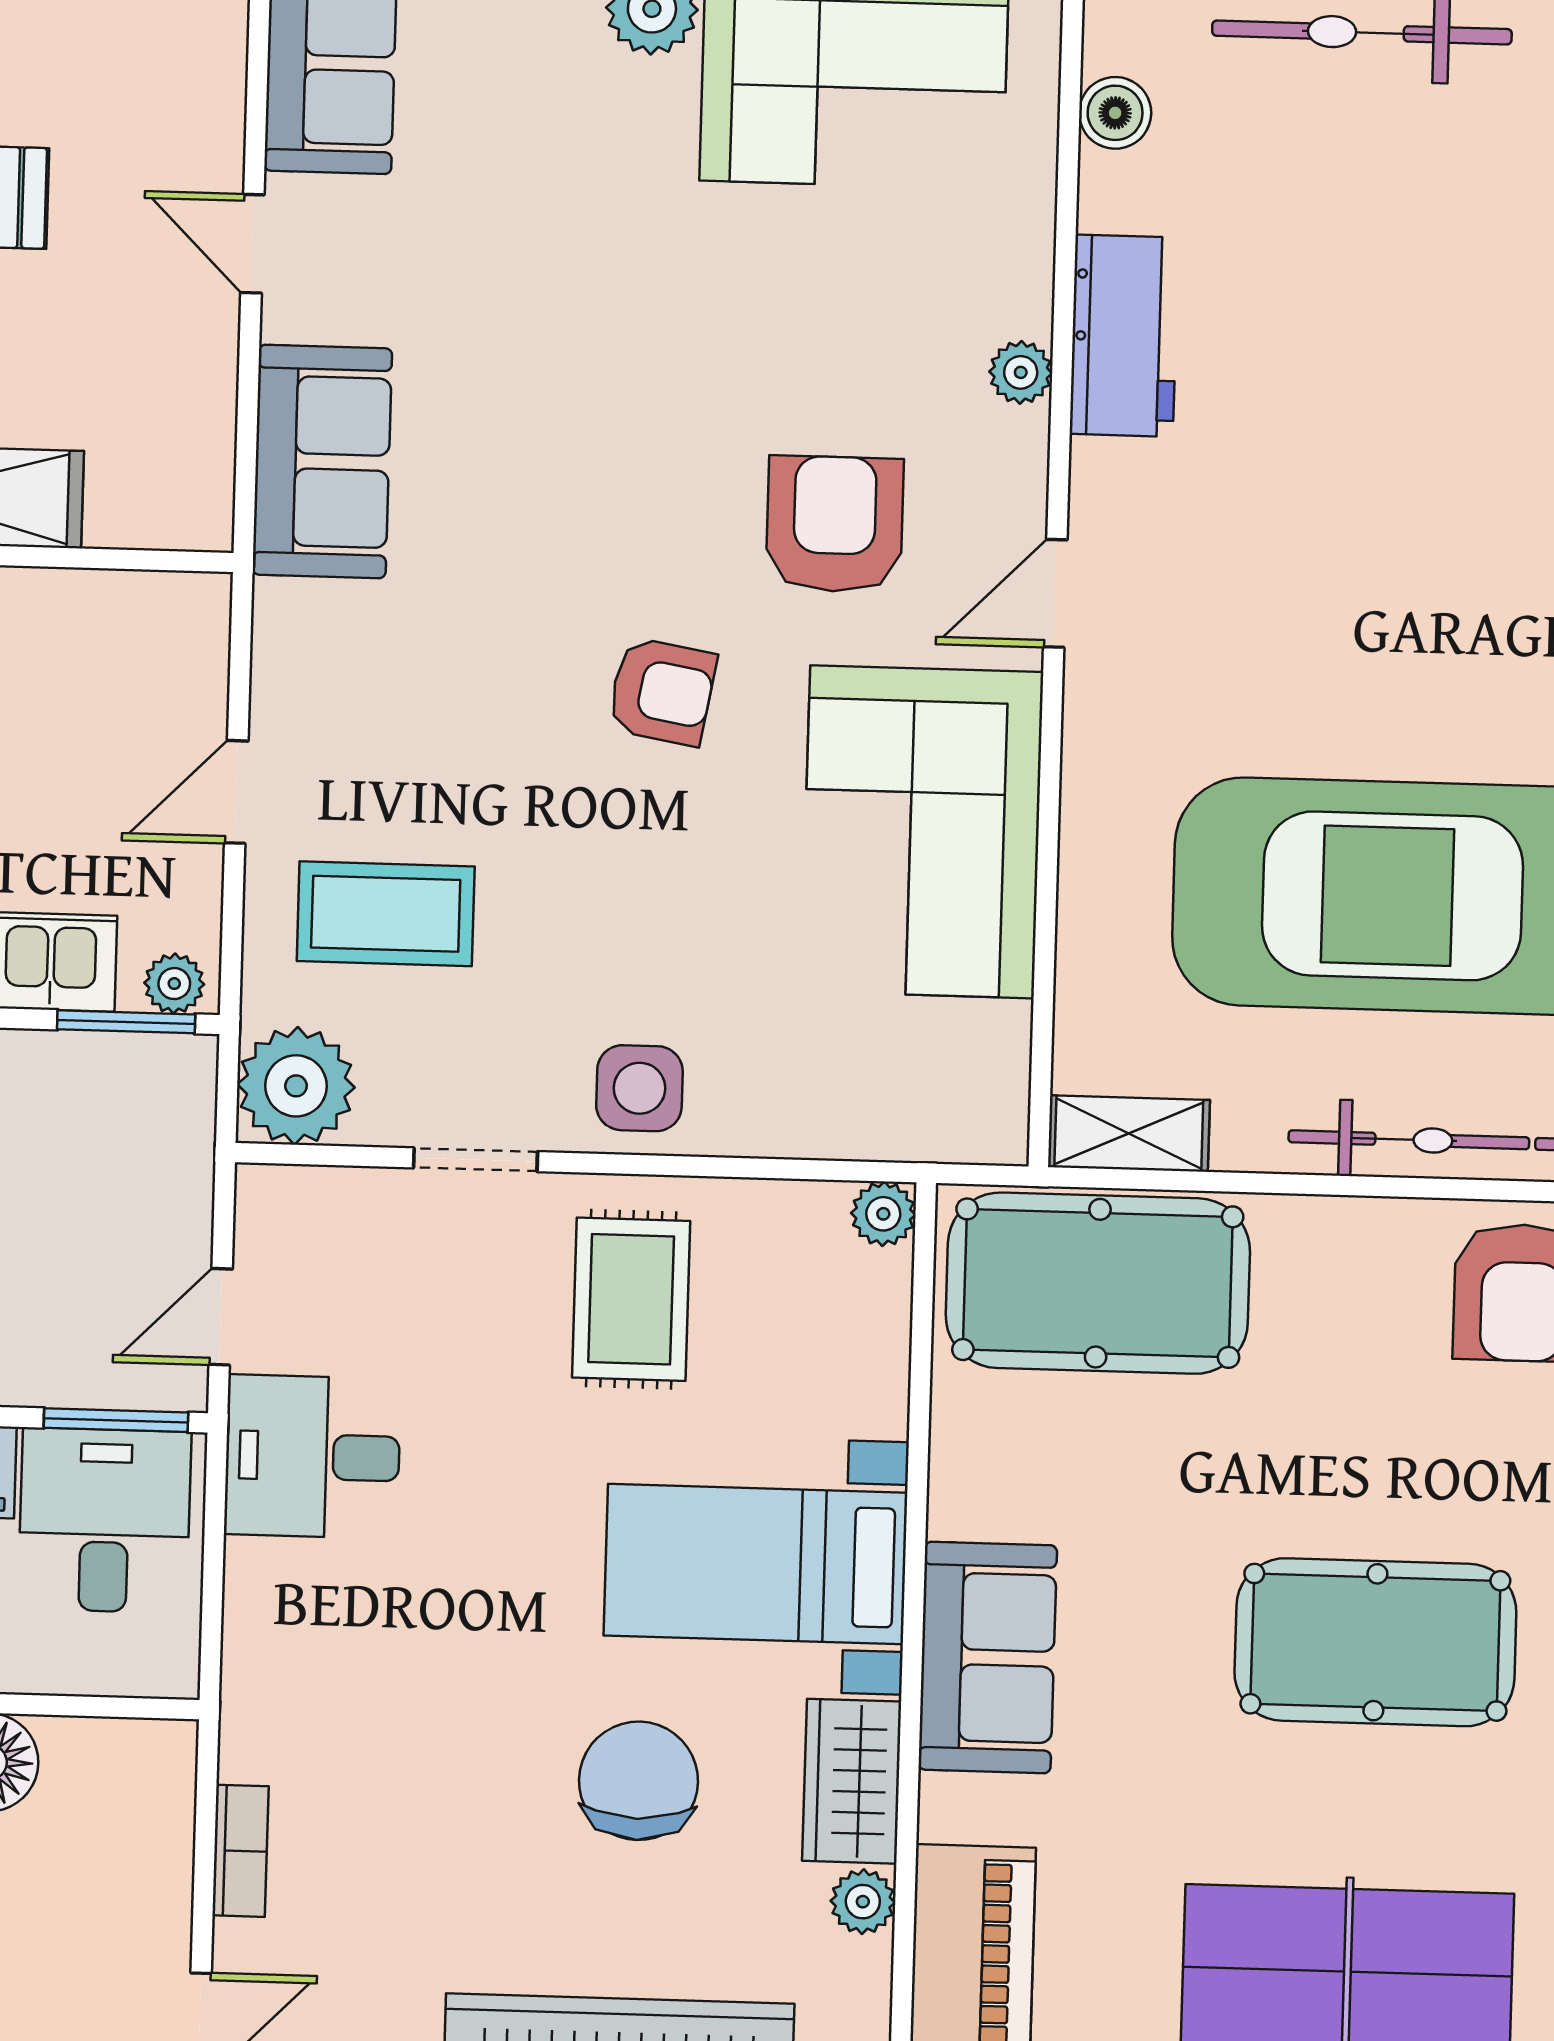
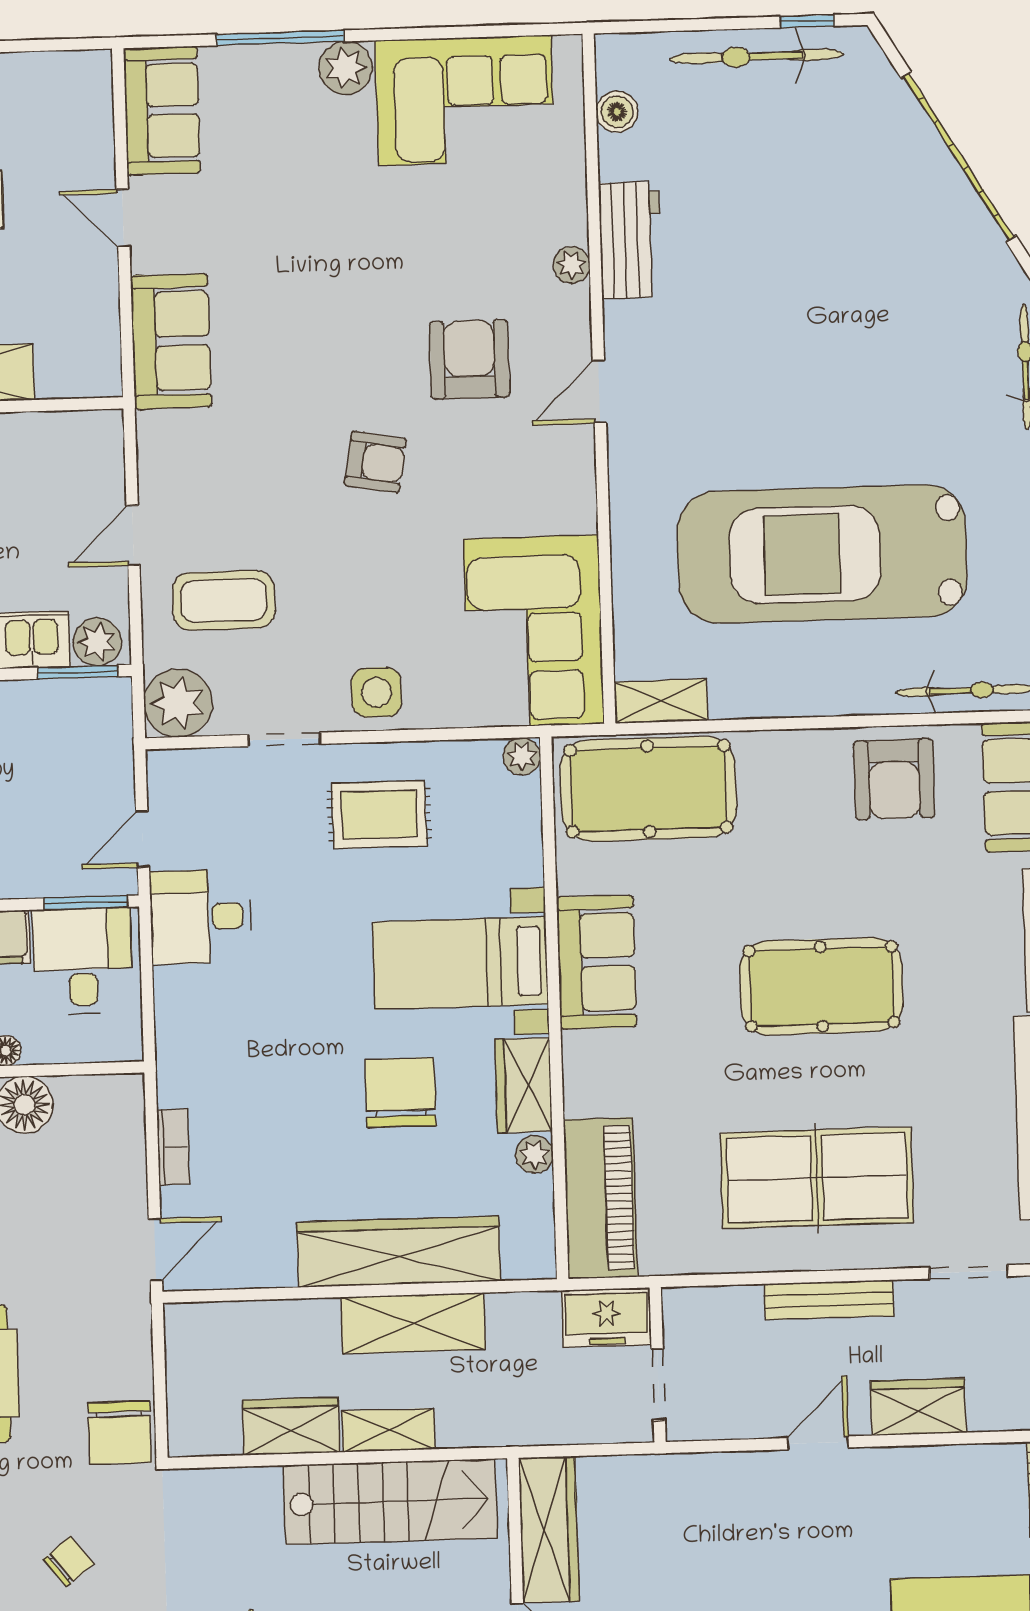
corner sofa: (922, 832) -> (534, 631), moved
plant: (174, 984) -> (97, 642), width x1.38, depth x1.38
bicycle: (1409, 1140) -> (823, 695), removed
rug: (631, 1299) -> (379, 815), turned 90
sofa: (988, 1657) -> (596, 962), moved

